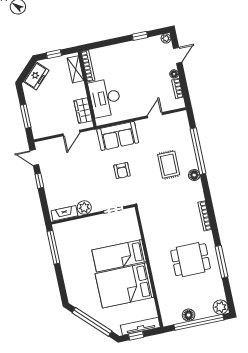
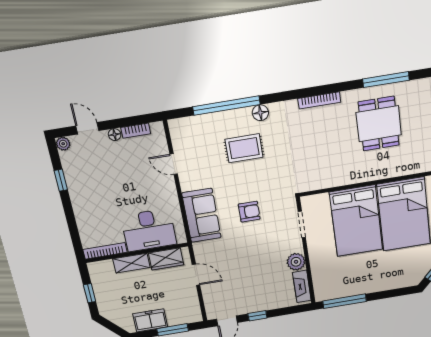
shelving: (76, 69) -> (131, 263), moved
freezer: (36, 76) -> (150, 320), moved, turned -45
bed: (119, 256) -> (356, 221), width x1.50

